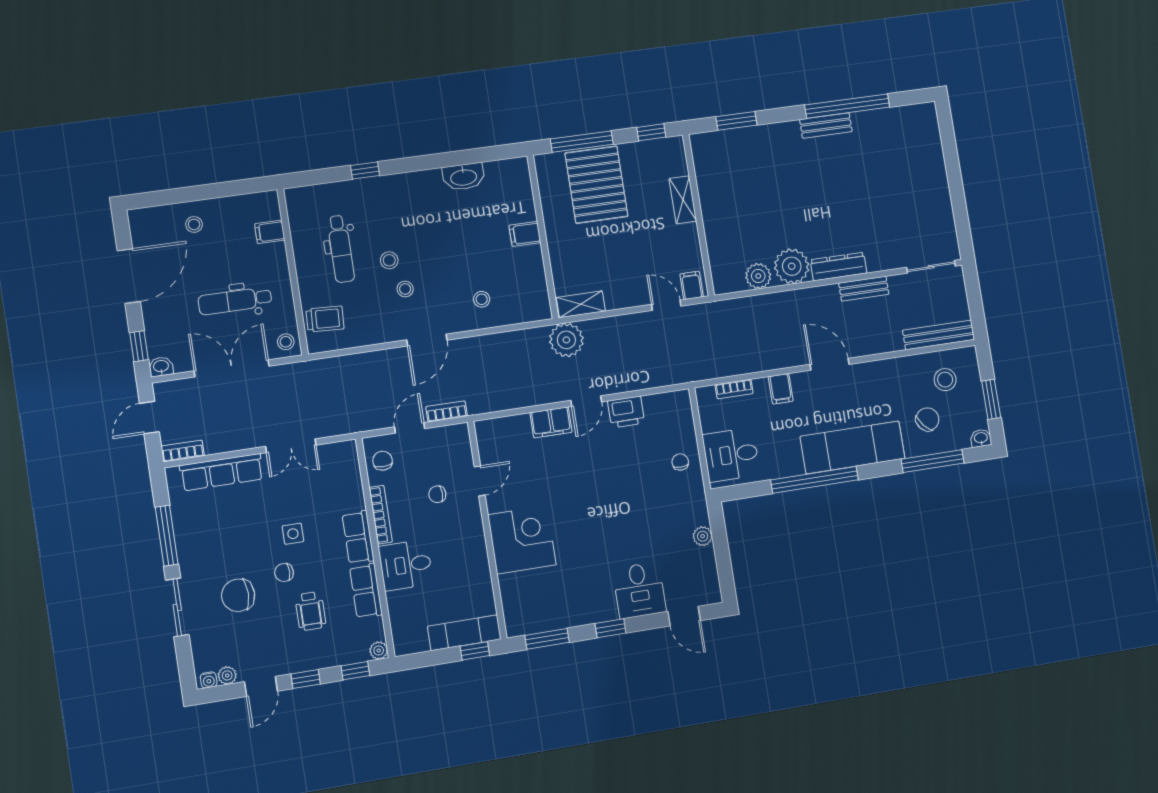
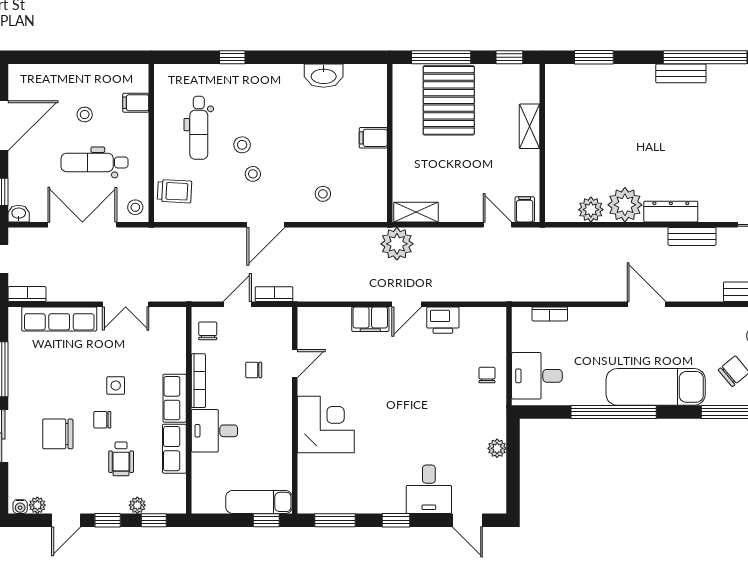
stool: (194, 224) -> (85, 114), moved
filing cabinet: (781, 389) -> (595, 320), removed
plant: (379, 650) -> (137, 505), moved

